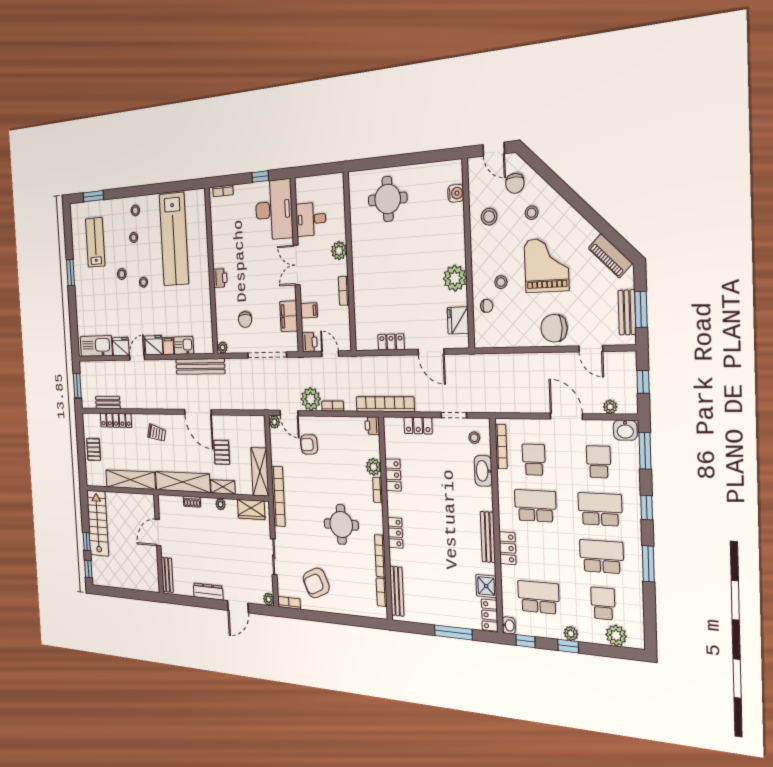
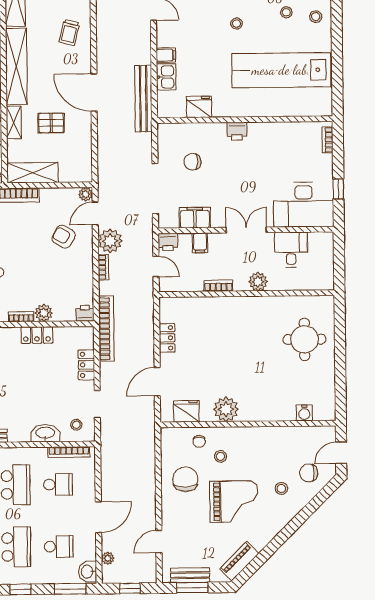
stool: (489, 217) -> (281, 446), removed
chair: (554, 328) -> (185, 479), moved
fridge: (154, 345) -> (199, 107), moved, turned -90
plant: (223, 348) -> (163, 130), removed
door: (330, 354) -> (156, 267), hinge flipped
door: (198, 412) -> (94, 93), hinge flipped
armchair: (309, 444) -> (64, 237), turned -57

